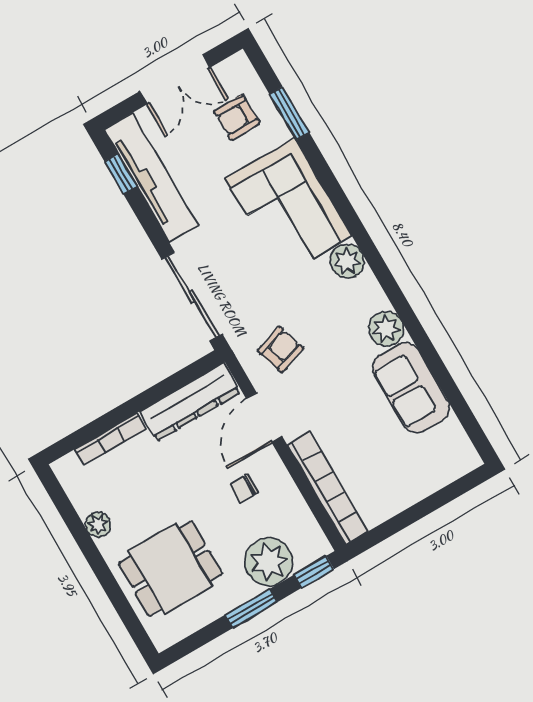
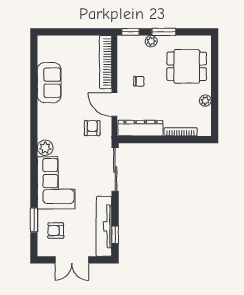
double door: (175, 79) -> (72, 260), swing flipped
armchair: (237, 117) -> (56, 230), turned 180
plant: (386, 329) -> (45, 112), removed
armchair: (280, 349) -> (92, 128), turned 108
door: (264, 418) -> (114, 105), swing flipped
plant: (269, 562) -> (151, 41), width x0.53, depth x0.53

